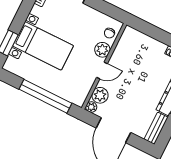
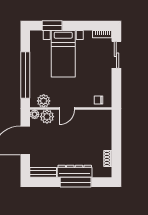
plant: (102, 50) -> (44, 101), moved
door: (102, 70) -> (67, 109), hinge flipped

